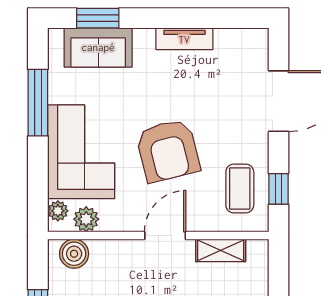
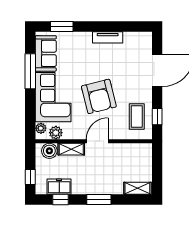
sofa: (98, 47) -> (46, 53), moved, turned -90
shelving: (221, 250) -> (71, 149), moved

